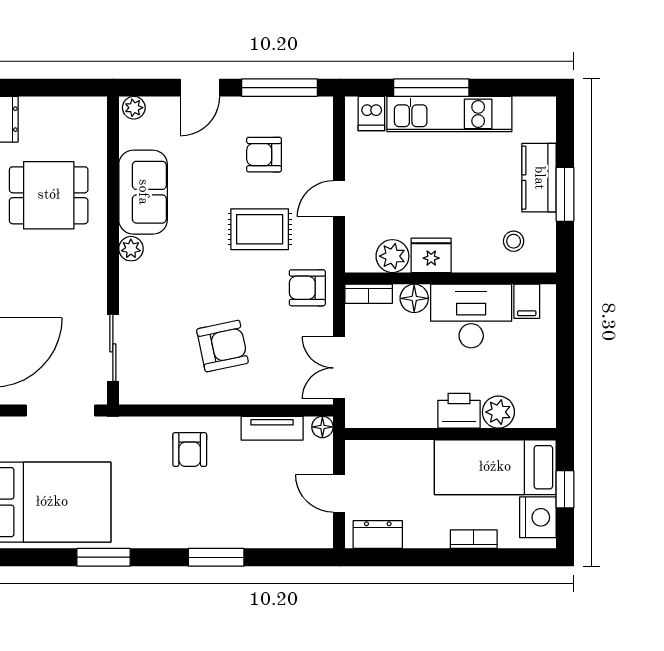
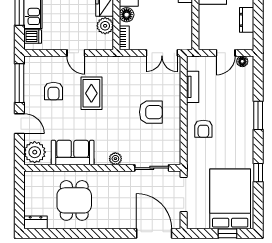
plant: (134, 108) -> (35, 152), width x1.88, depth x1.88
plant: (131, 249) -> (115, 159), moved
armchair: (307, 288) -> (121, 69), removed
armchair: (222, 346) -> (151, 112), turned 102
floor lamp: (322, 427) -> (242, 61), moved
armchair: (190, 450) -> (203, 129), turned 90
dresser: (378, 535) -> (247, 20), moved
window: (104, 557) -> (258, 173), width x0.67

